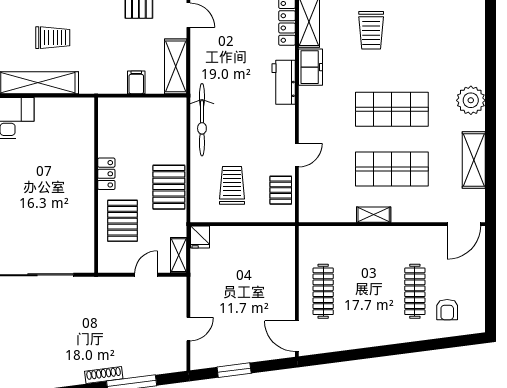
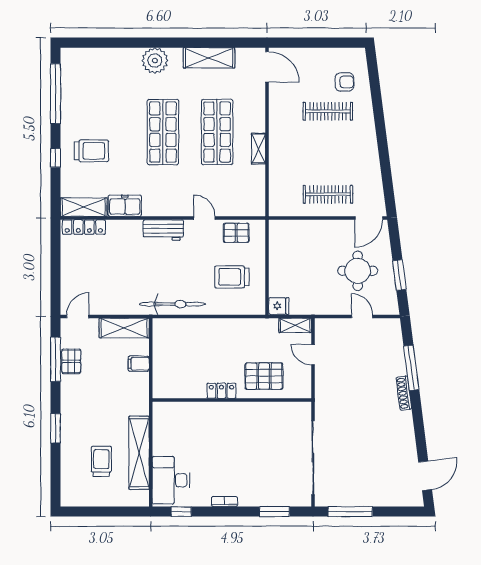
trolley: (53, 38) -> (101, 461), moved
workbench: (284, 82) -> (163, 230), moved
pallet: (169, 187) -> (233, 334), removed
round table: (239, 324) -> (358, 271), added

